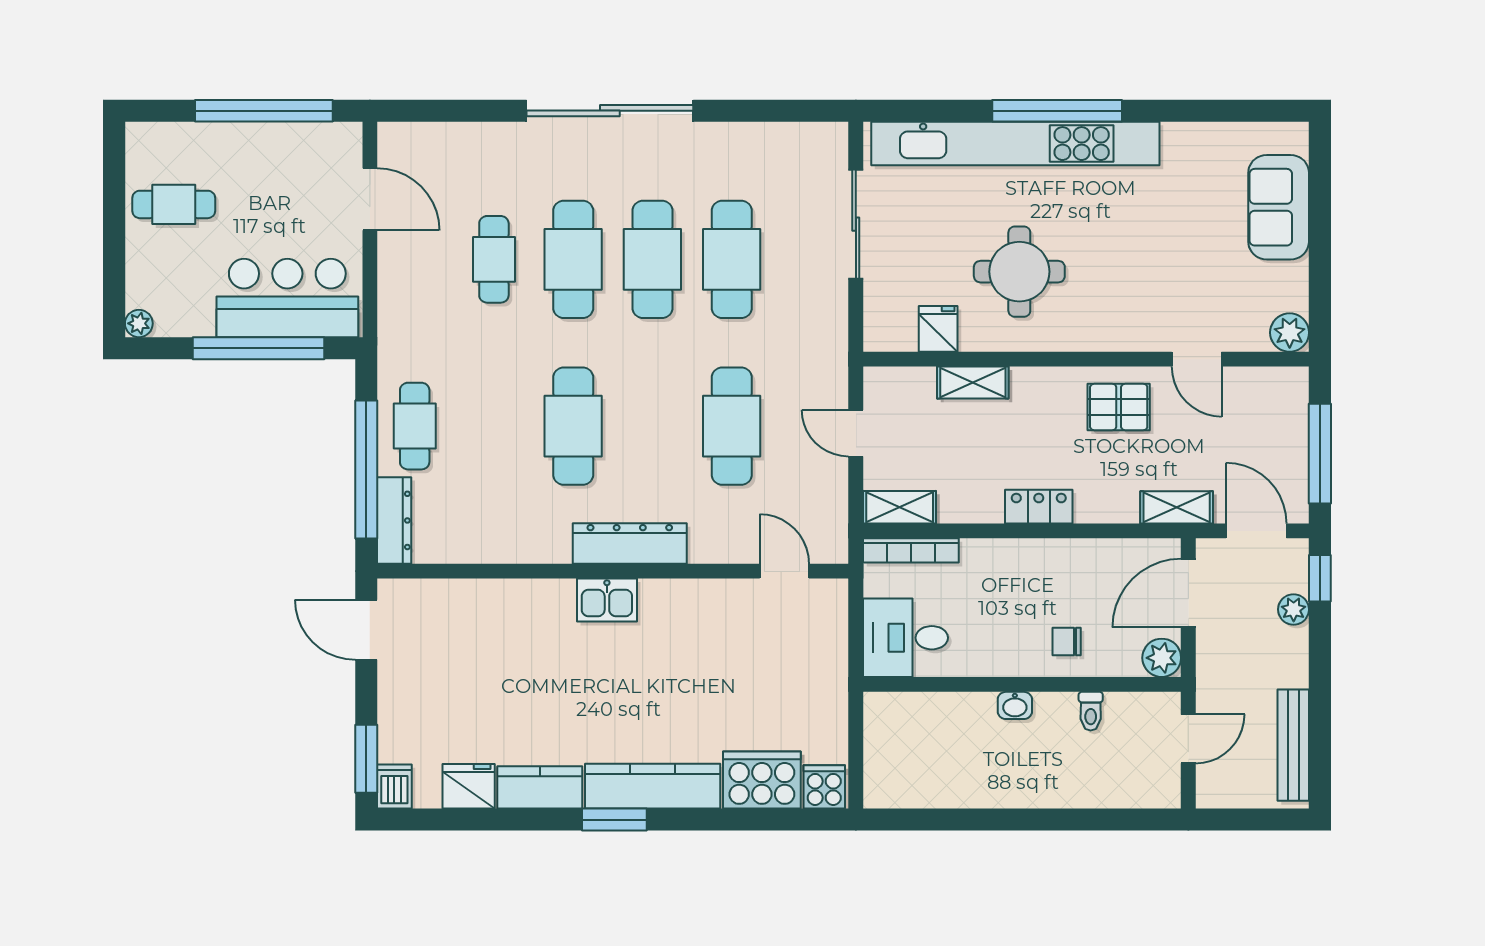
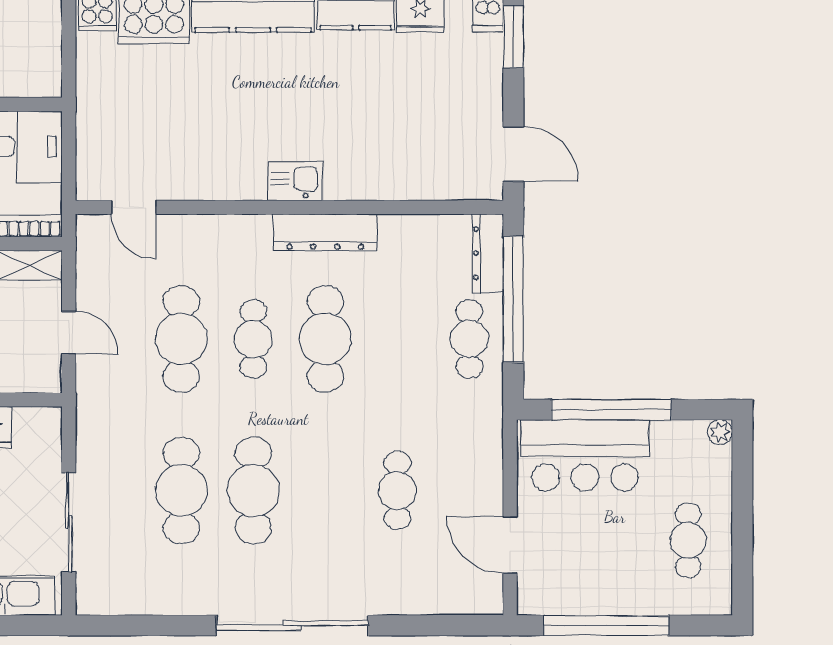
cafe table: (174, 204) -> (688, 540), turned 90
cafe table: (573, 259) -> (253, 339), moved, width x0.73, depth x0.74
dresser: (630, 543) -> (325, 232), moved

